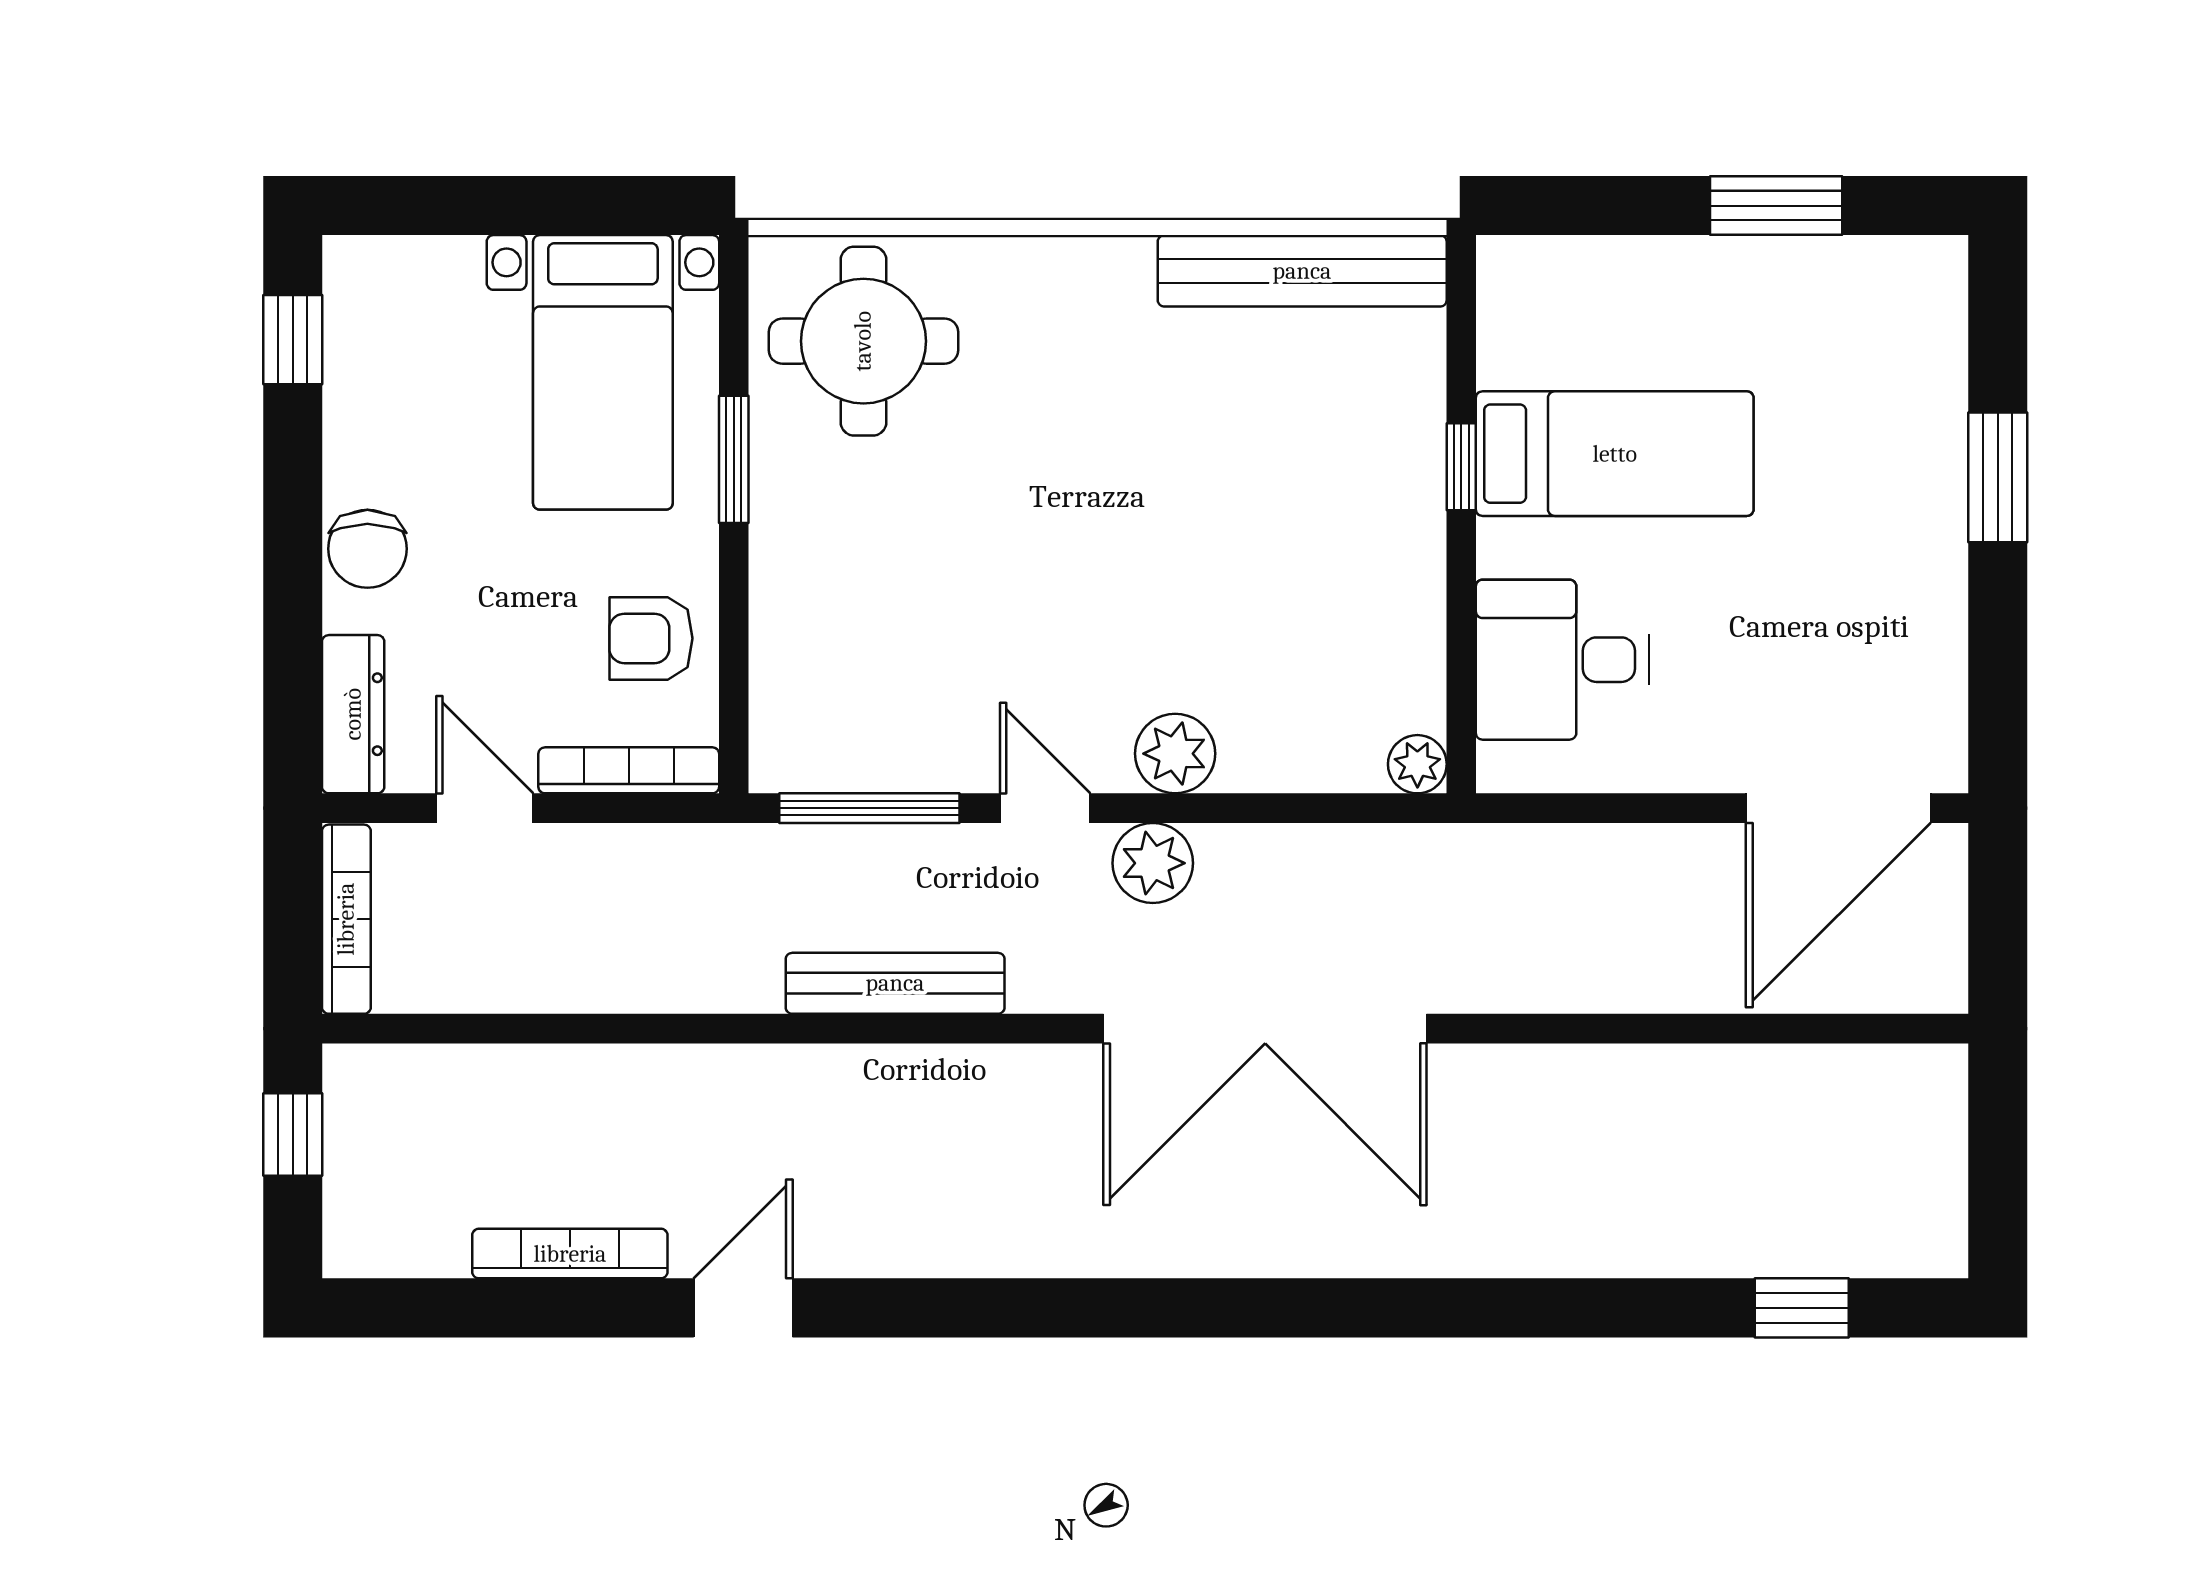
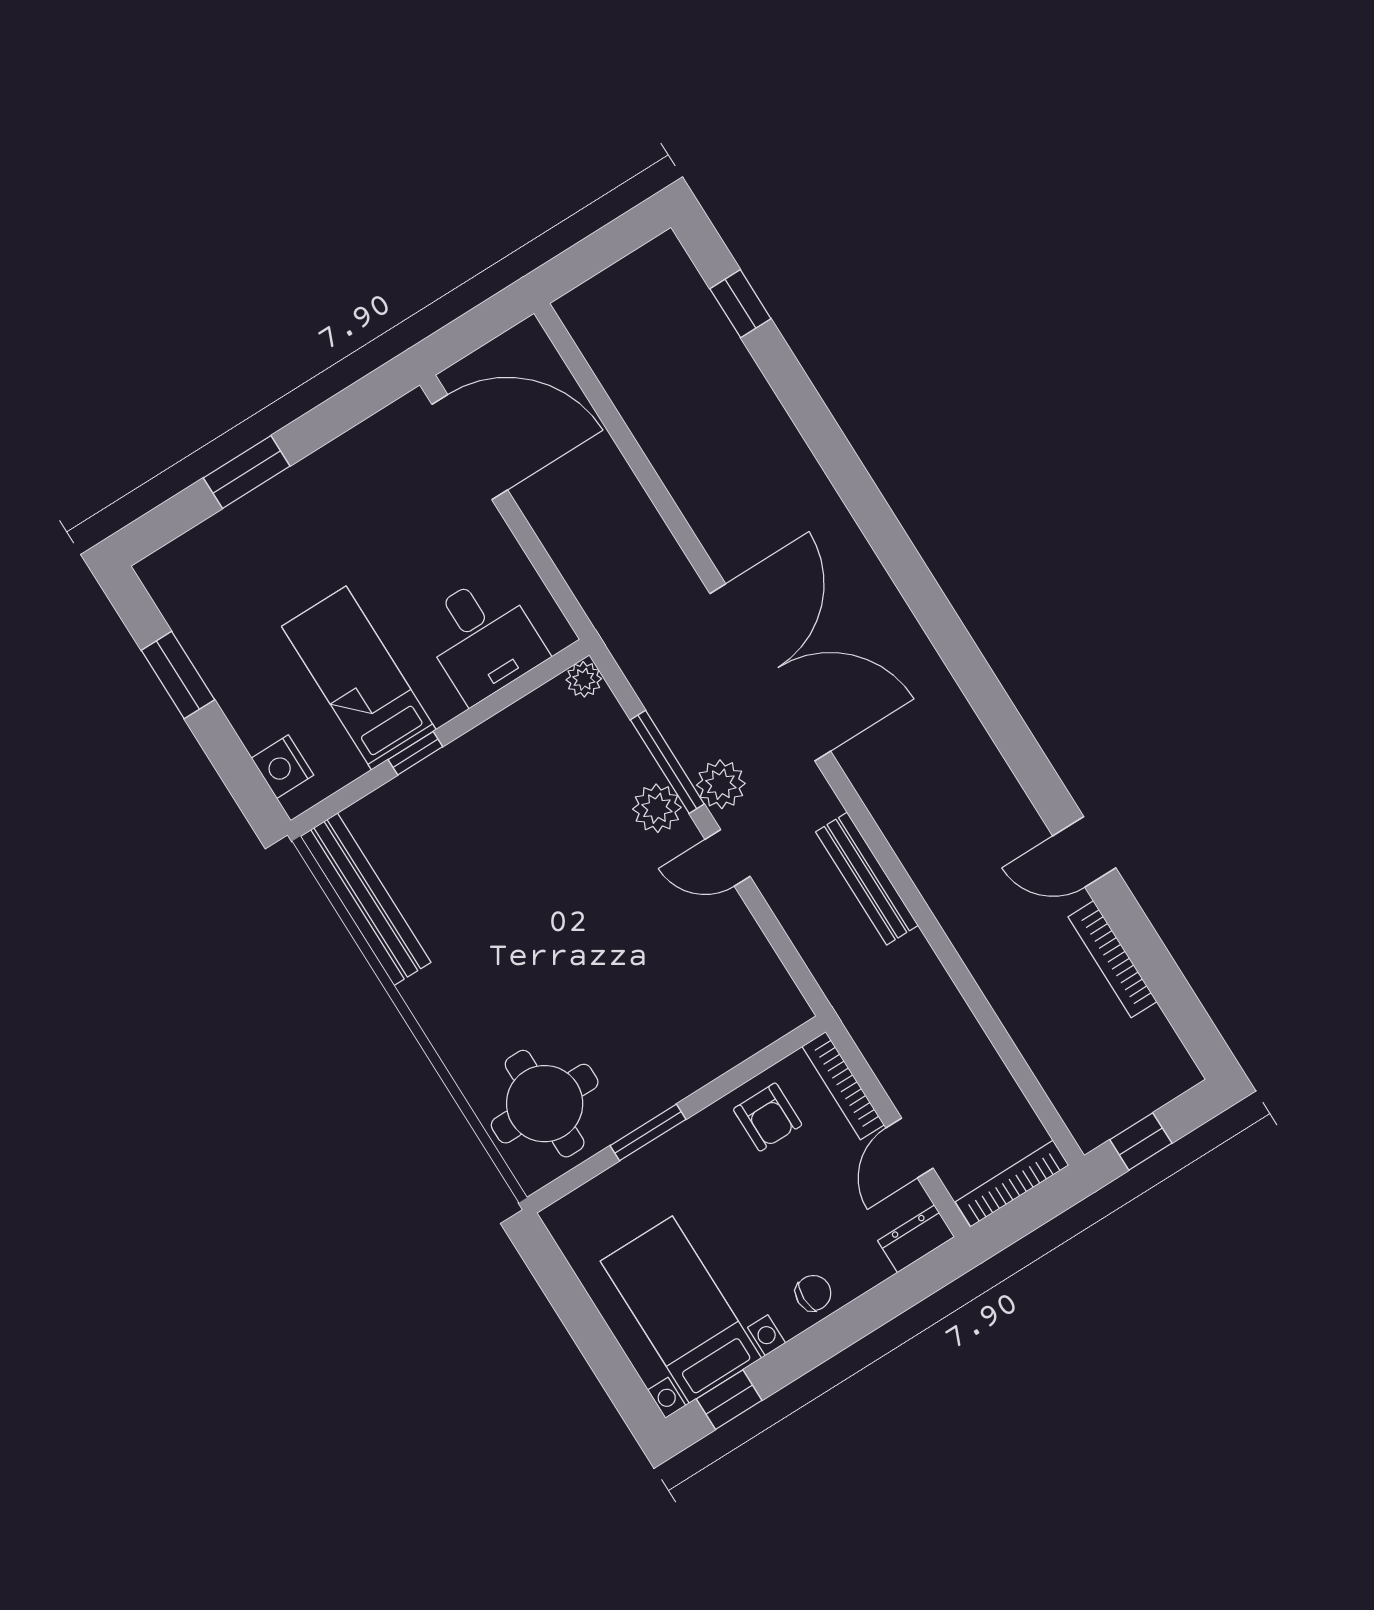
nightstand: (1558, 271) -> (283, 767), added
bed with nightstands: (603, 372) -> (681, 1310), moved, turned -90
chair: (367, 549) -> (813, 1293), width x0.73, depth x0.73
dresser: (353, 714) -> (916, 1239), width x0.70
window: (869, 808) -> (667, 762), moved
door: (1045, 808) -> (727, 858), hinge flipped

